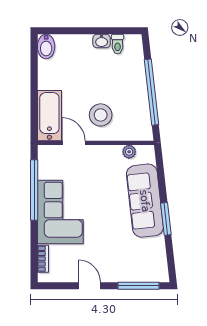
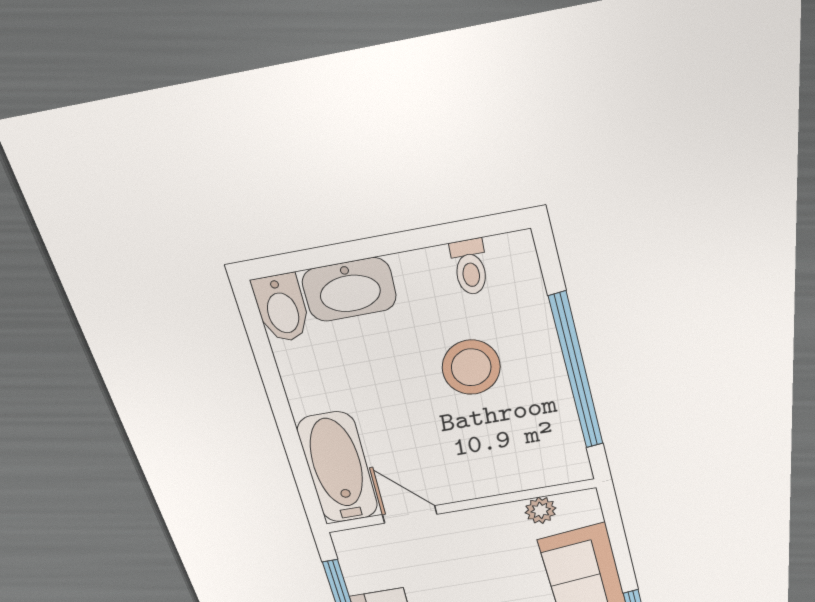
washbasin: (102, 41) -> (349, 290), moved, width x1.91, depth x1.45
stool: (101, 115) -> (471, 367), moved

